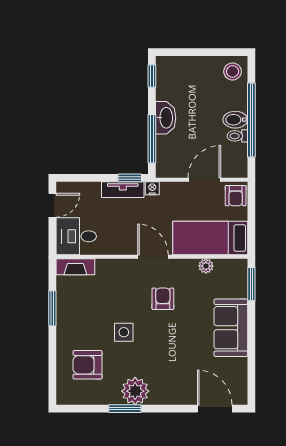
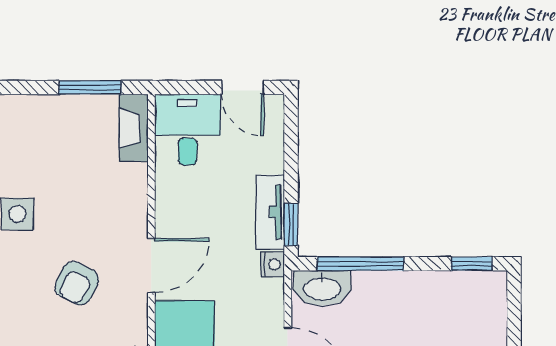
washbasin: (166, 118) -> (322, 288), moved
armchair: (163, 299) -> (77, 283), turned 116
window: (52, 308) -> (90, 87), moved

